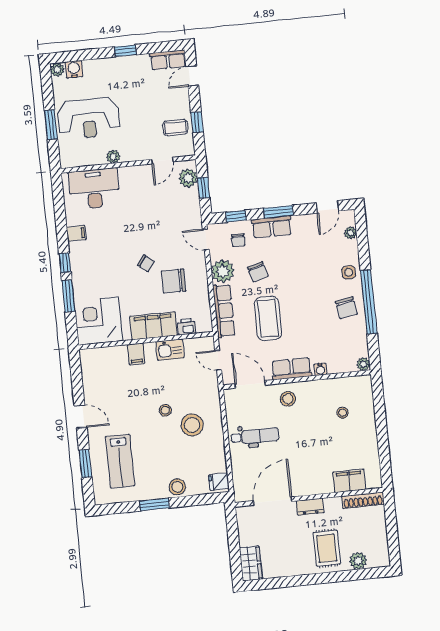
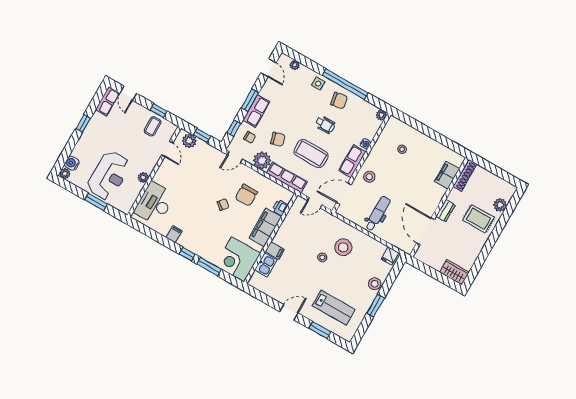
wheelchair: (310, 311) -> (325, 125), added
kitchen sink: (170, 350) -> (266, 265), moved

